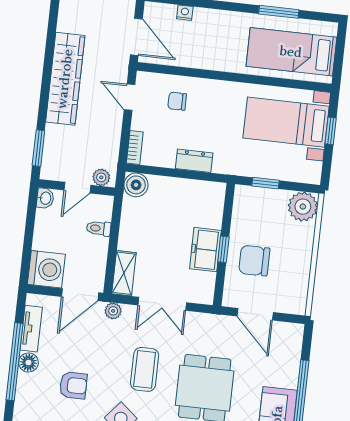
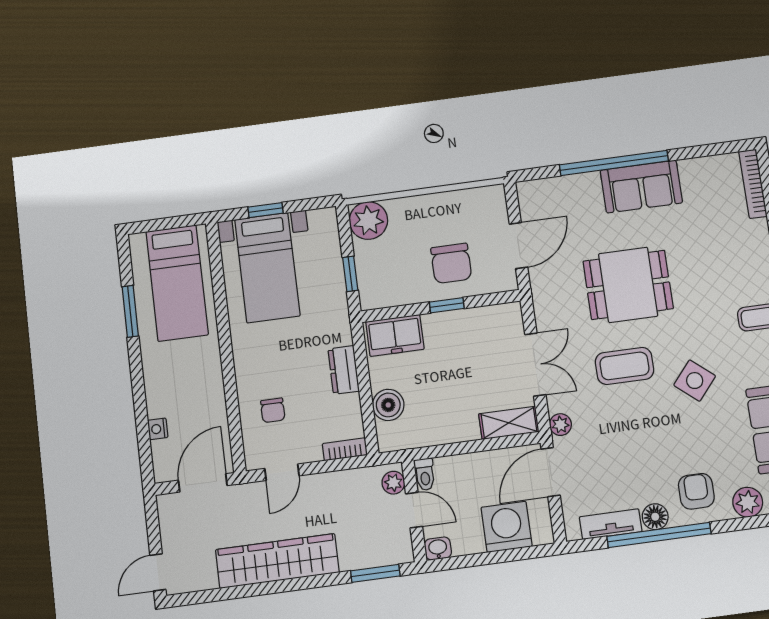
boiler: (136, 185) -> (388, 405), moved
toilet: (99, 228) -> (425, 474), moved
freezer: (205, 250) -> (395, 335), moved
washing machine: (46, 269) -> (507, 527), moved
door: (80, 295) -> (551, 472), swing flipped
armchair: (73, 385) -> (696, 491), moved

